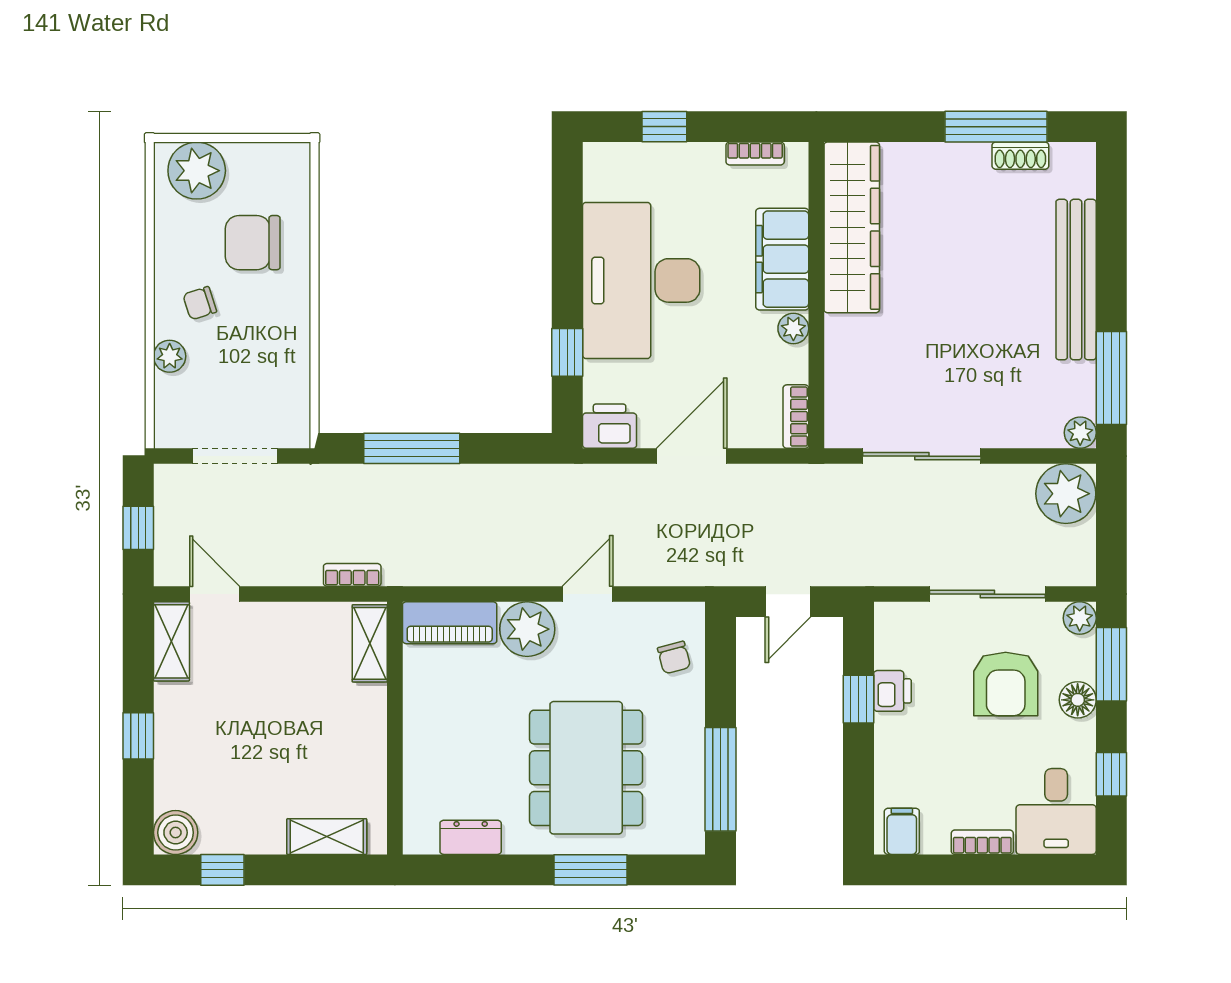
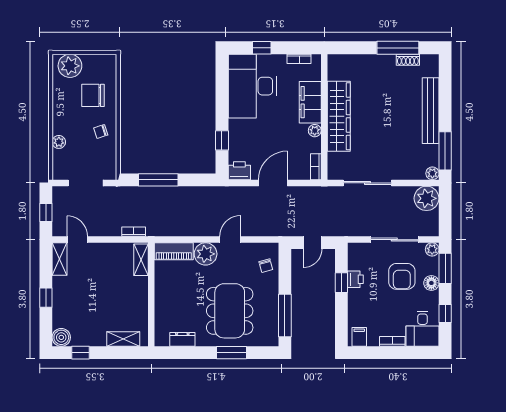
wardrobe: (852, 227) -> (339, 116), moved
desk: (641, 280) -> (252, 86), moved
chair: (200, 303) -> (101, 131), moved

